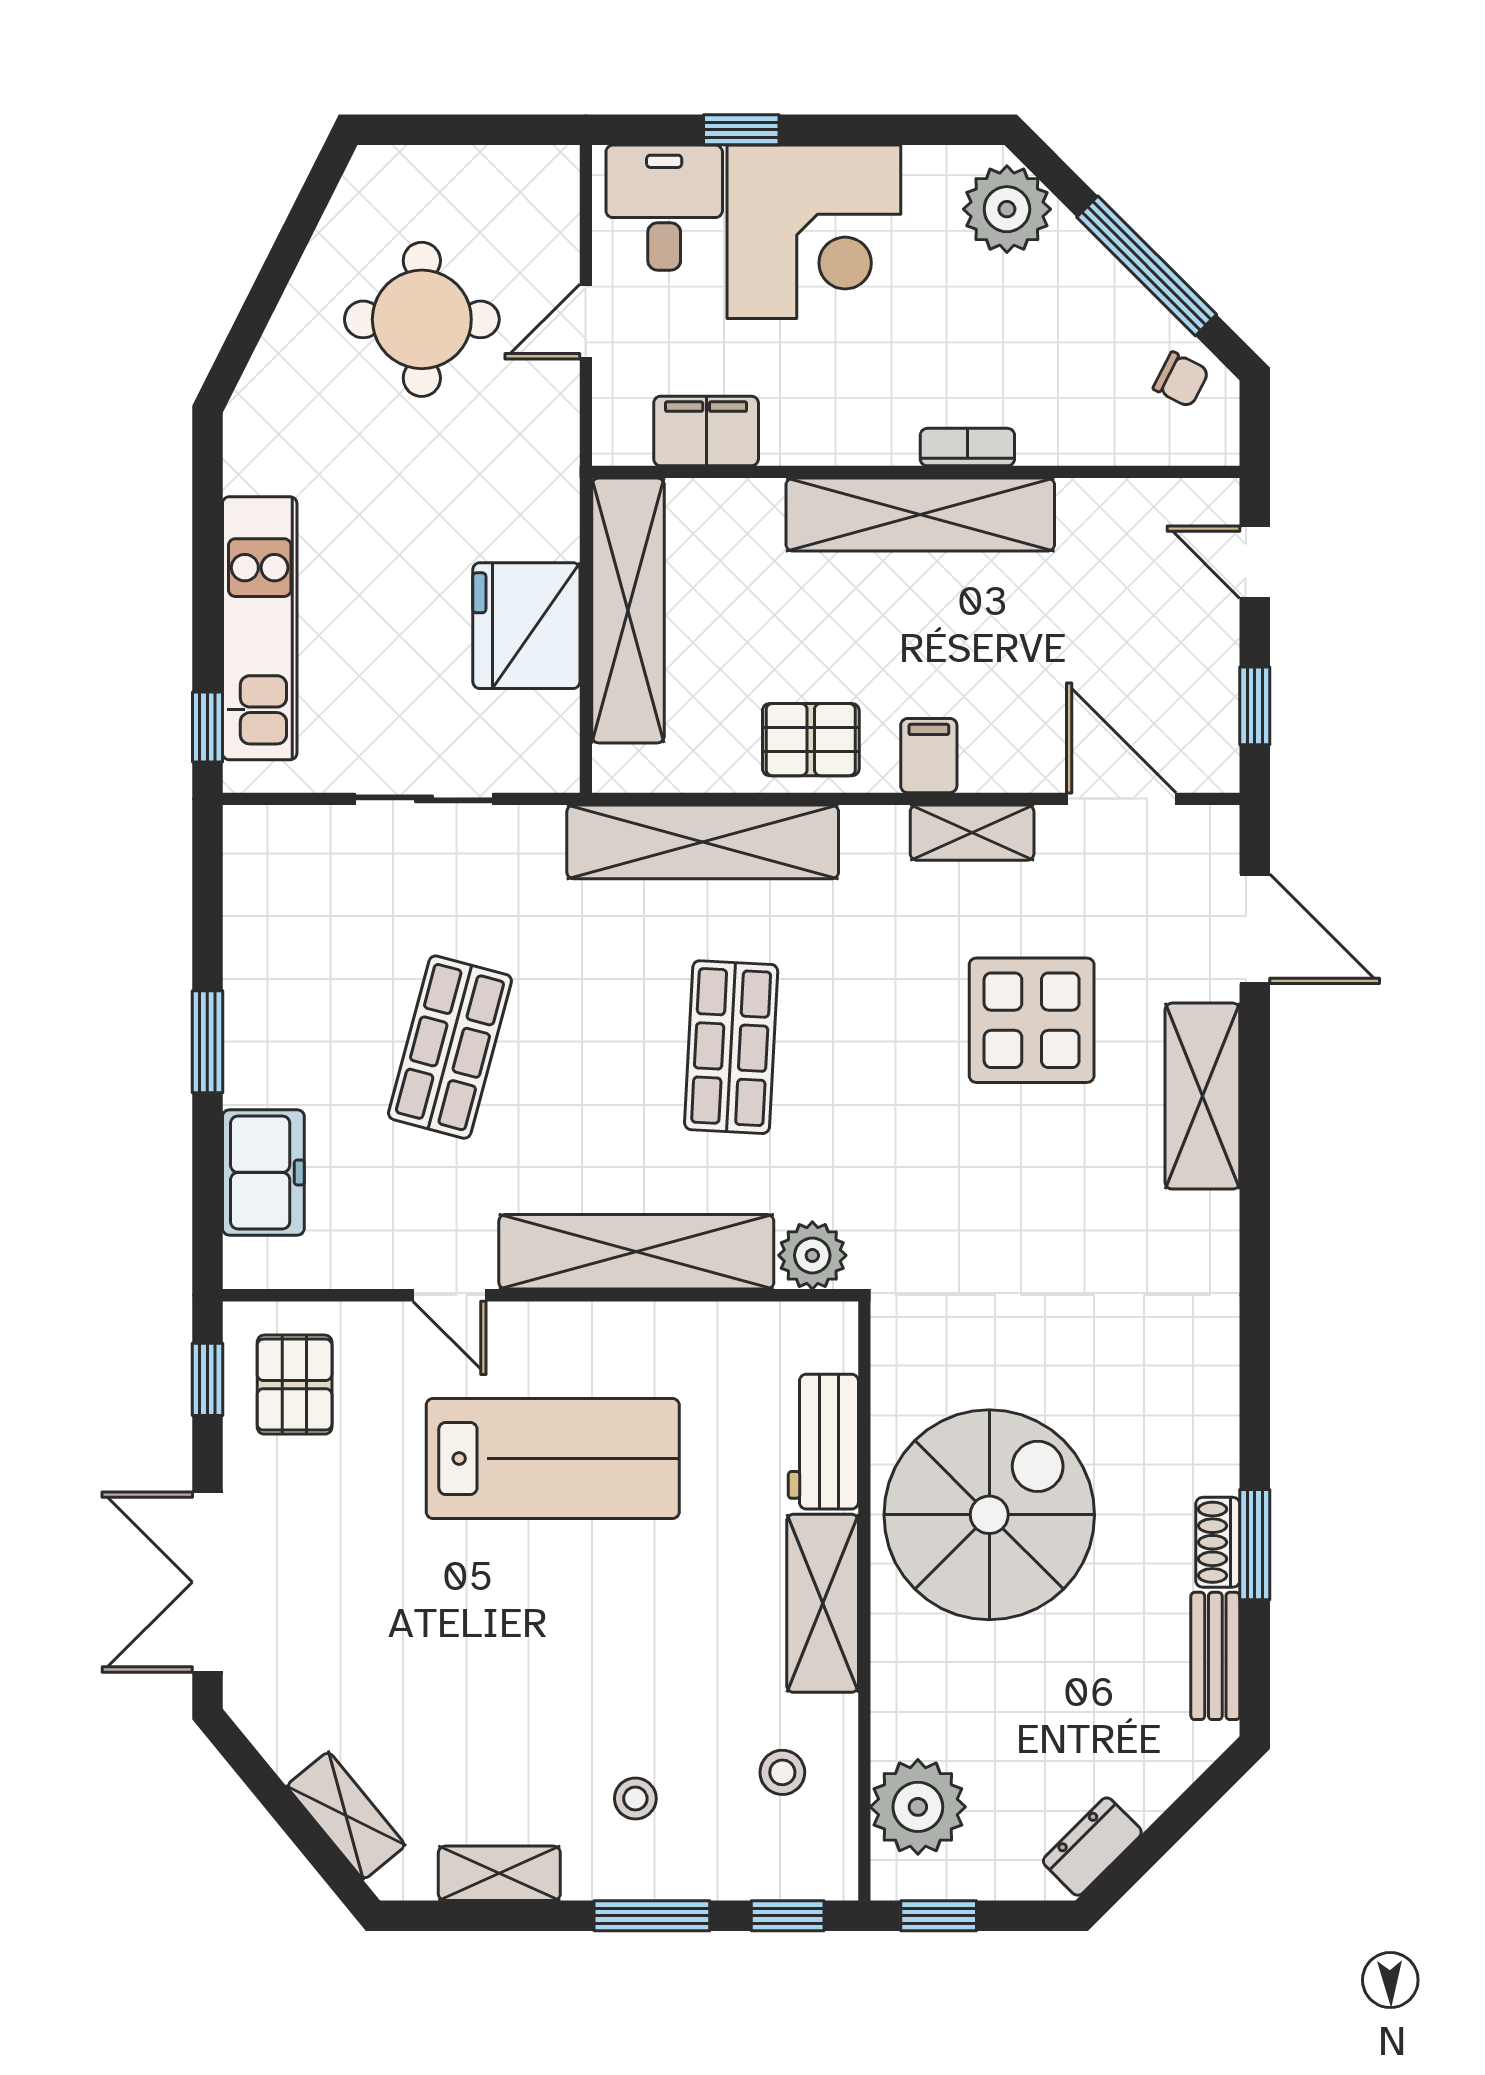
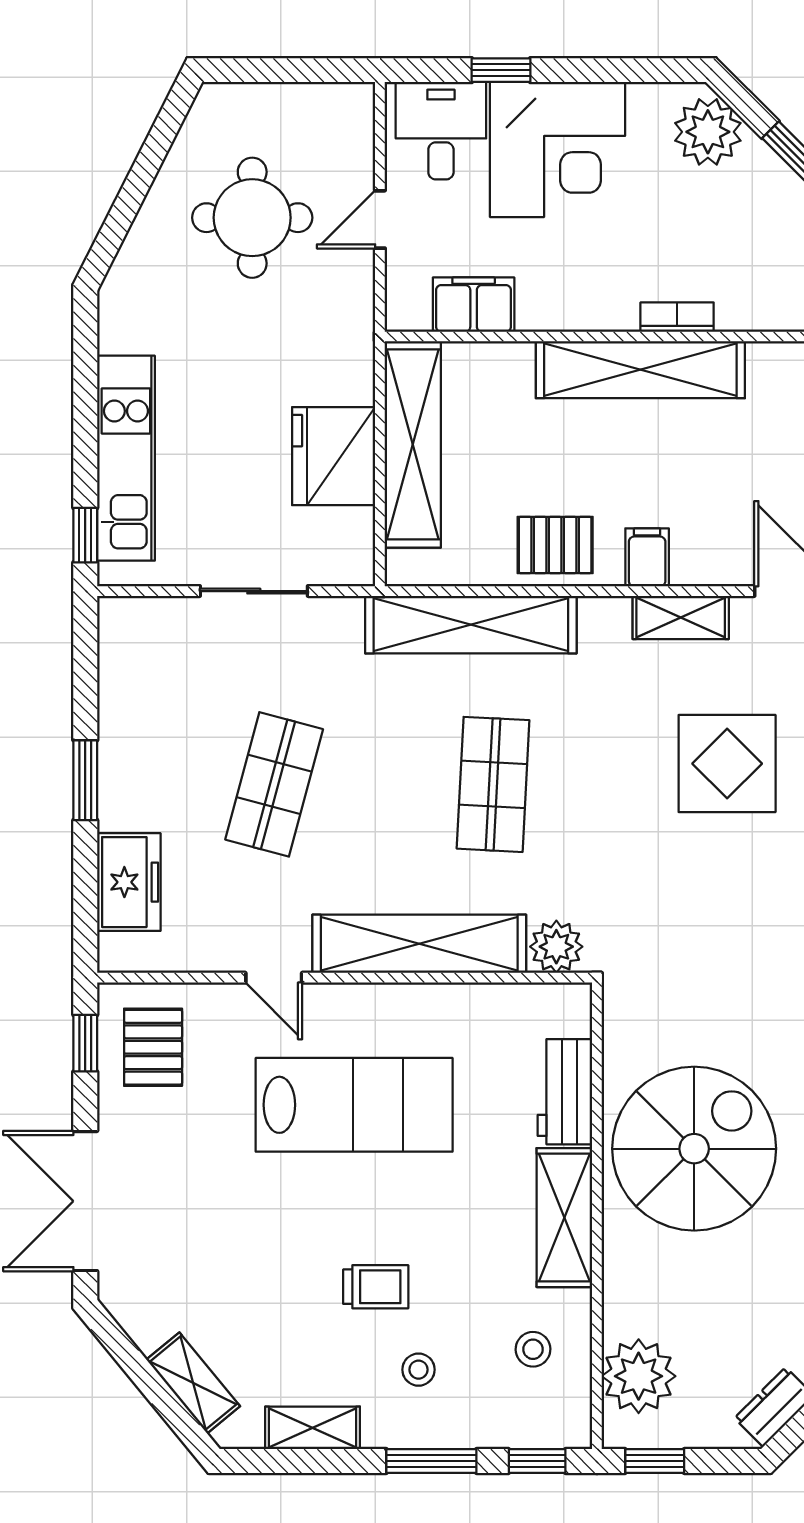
trolley: (580, 1692) -> (376, 1287), added

